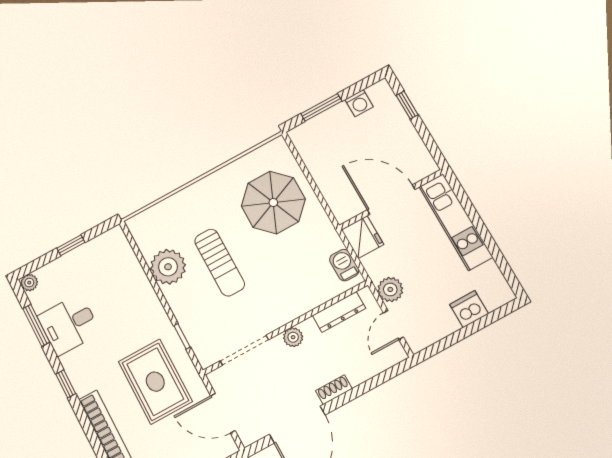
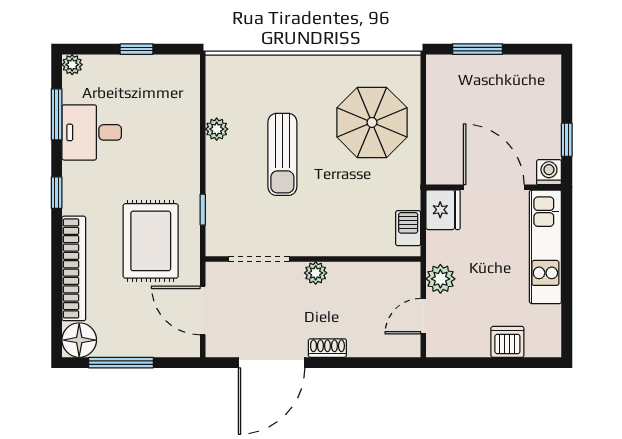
washing machine: (359, 103) -> (549, 172), moved, turned 180
window: (407, 105) -> (567, 140), moved
plant: (168, 267) -> (217, 129), width x0.53, depth x0.53
dresser: (339, 312) -> (376, 273), removed

